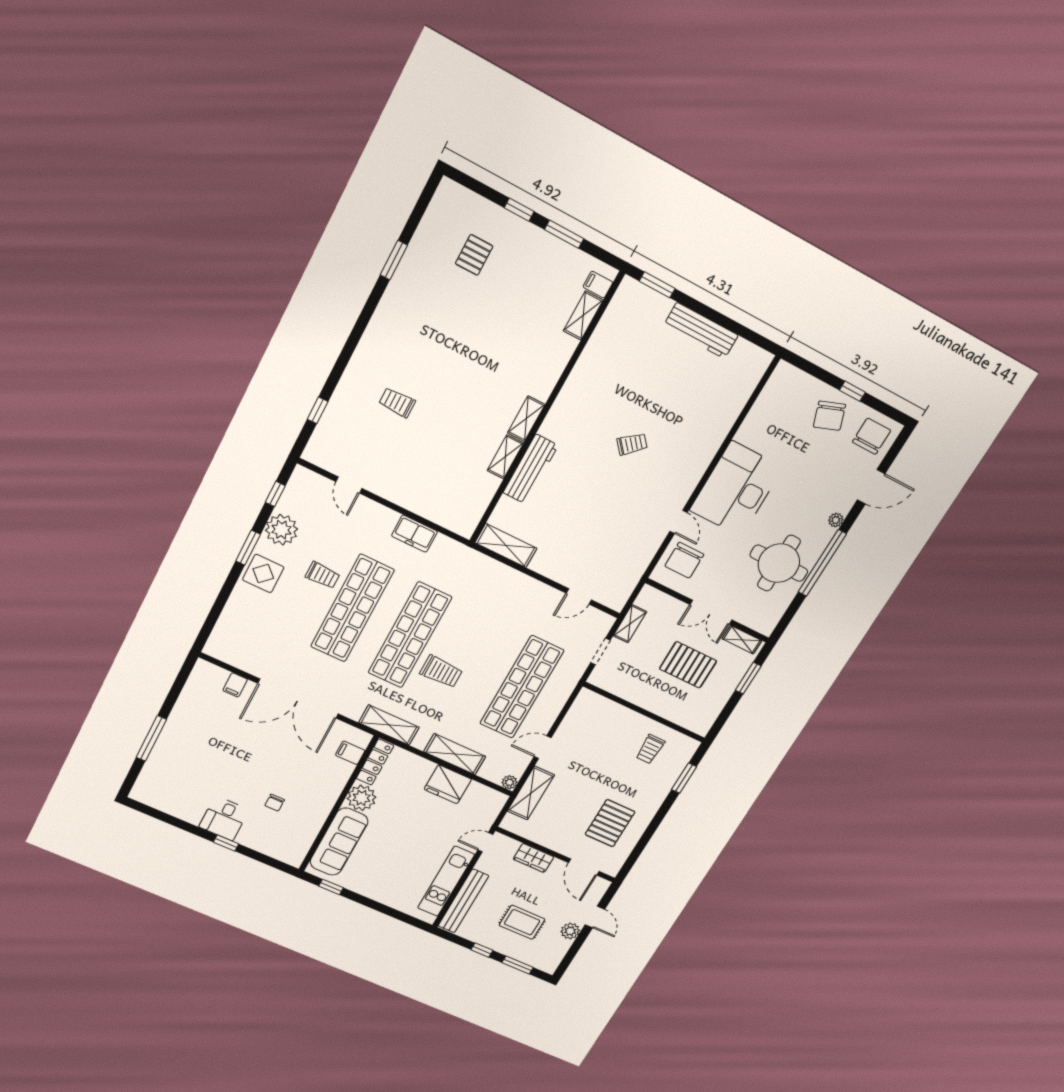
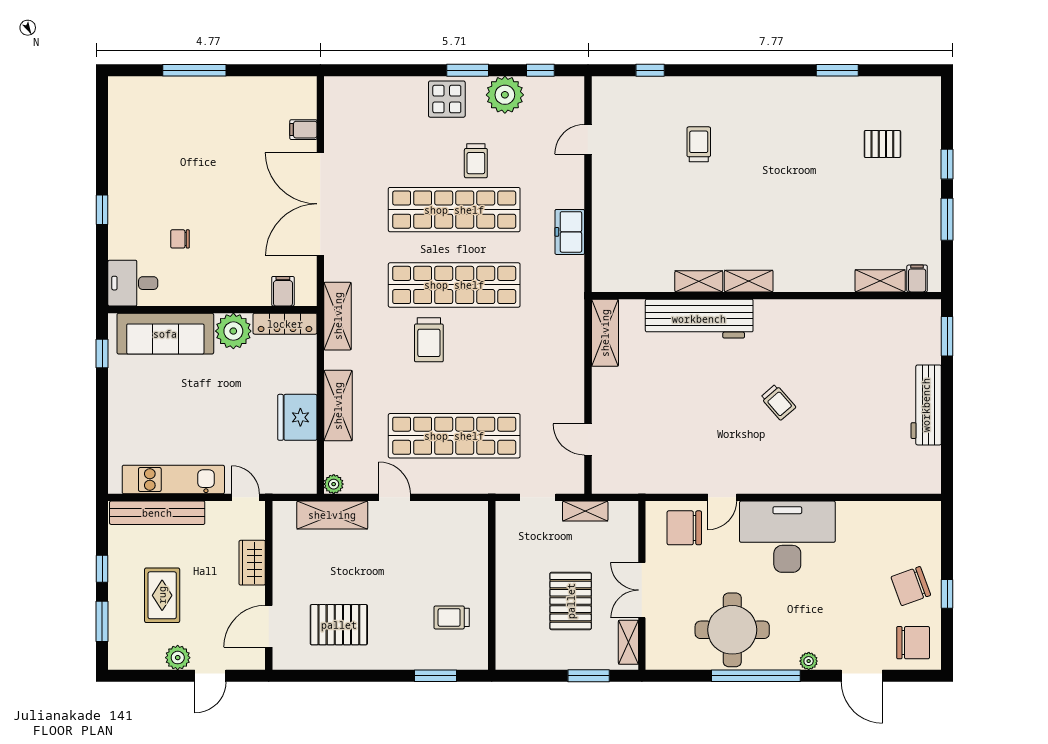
workbench: (531, 469) -> (699, 319), width x1.36, depth x1.32
desk: (224, 818) -> (133, 283), moved

